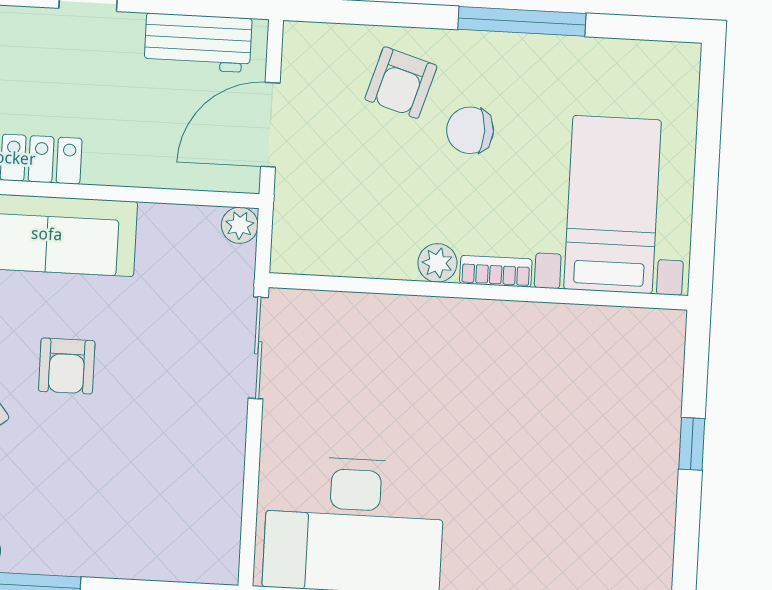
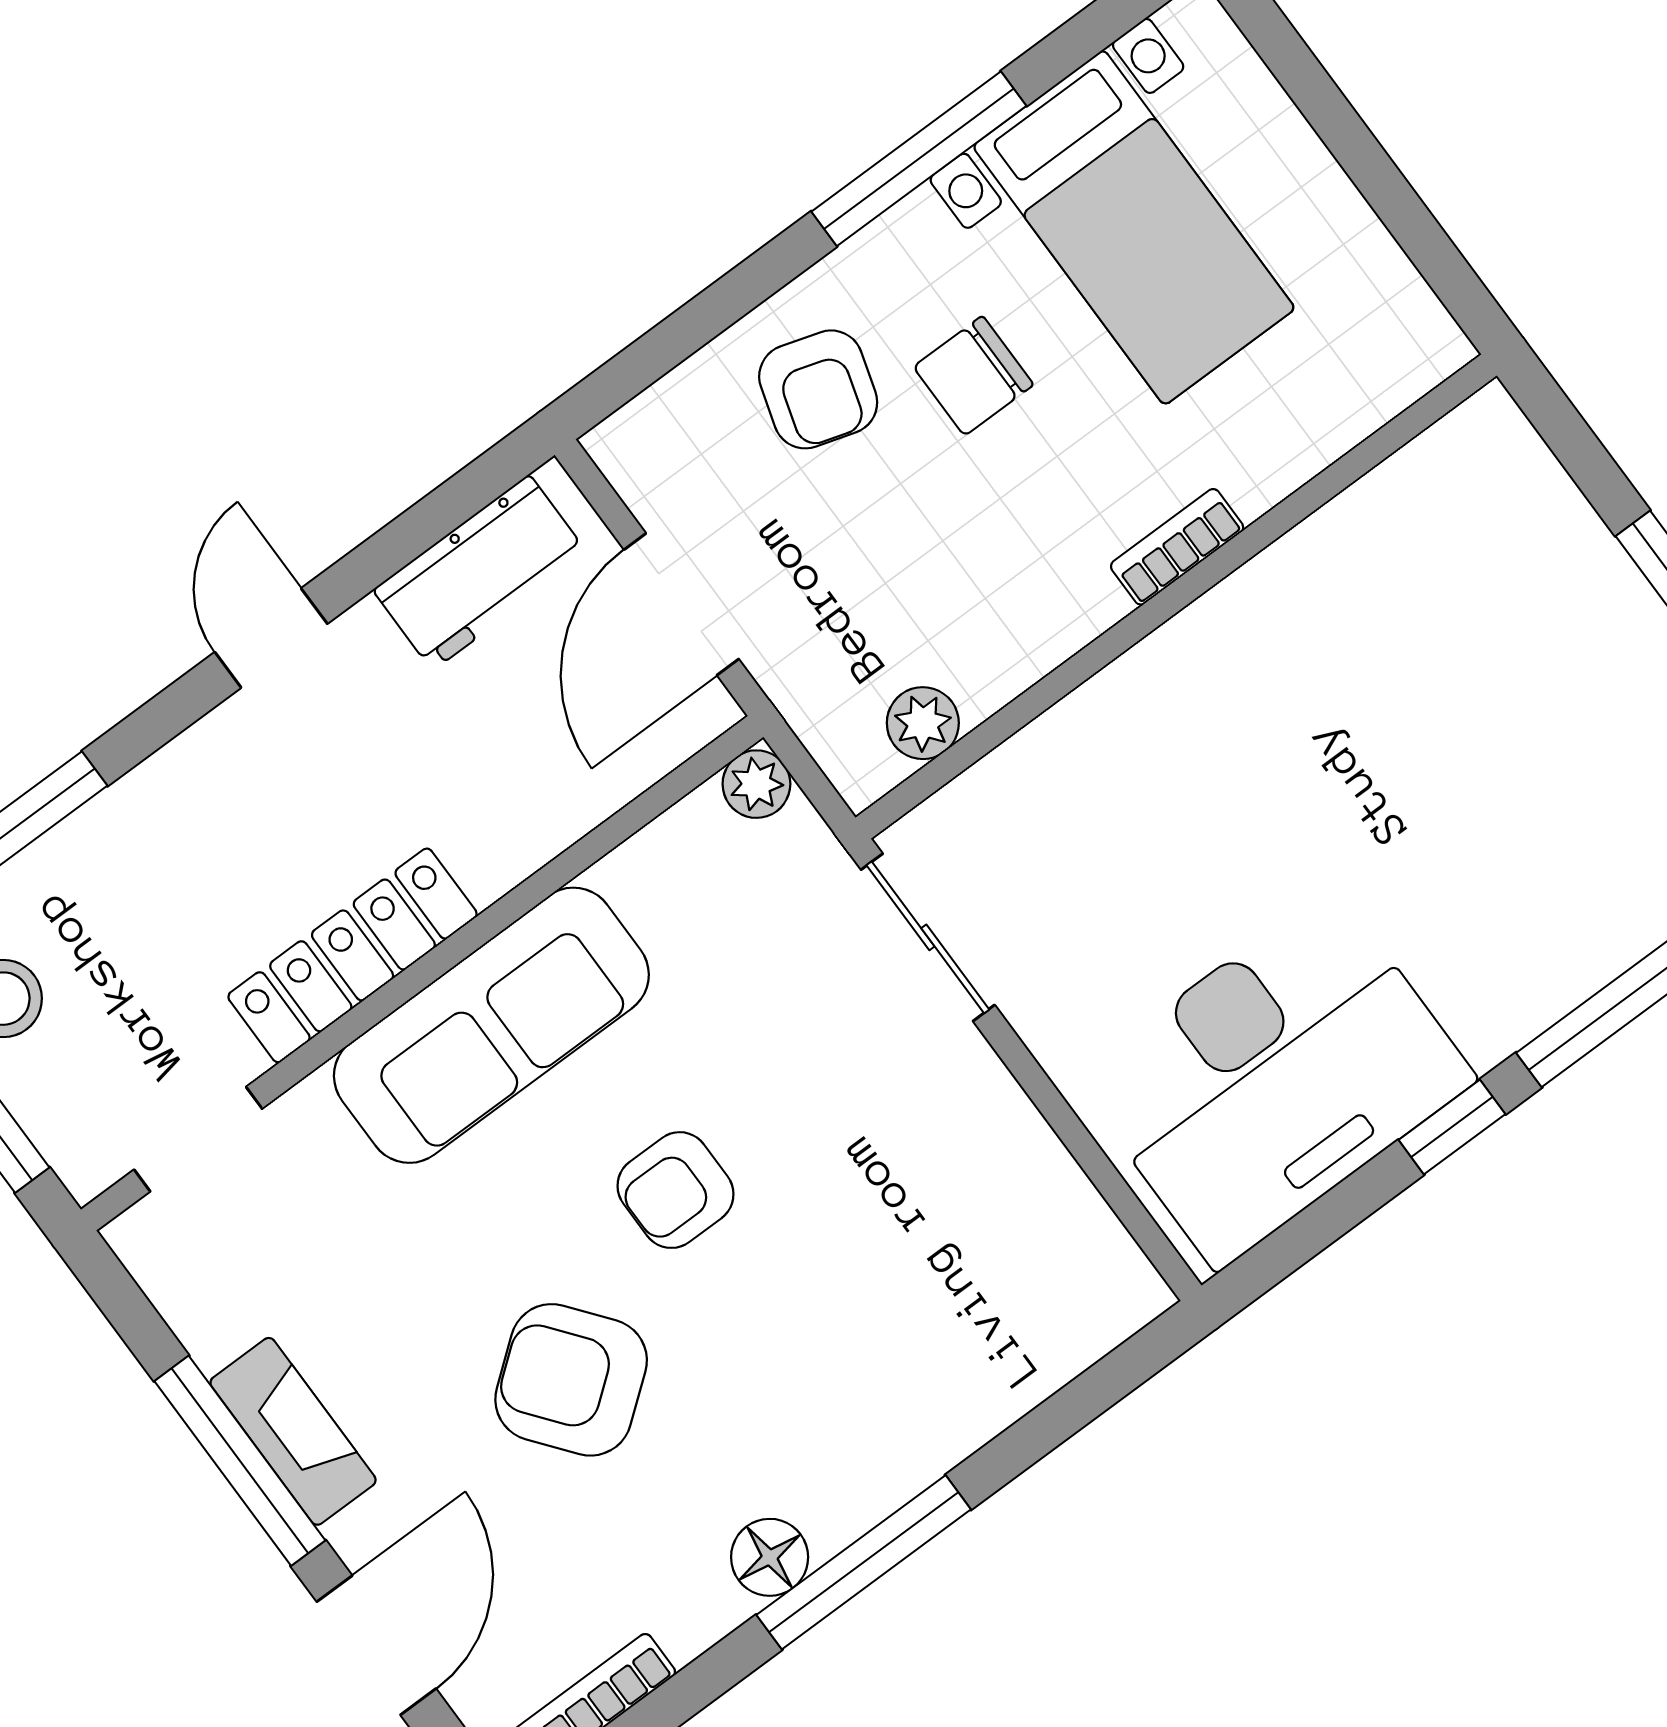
bed with nightstands: (613, 205) -> (1134, 227), moved, turned 180
plant: (437, 263) -> (923, 723), moved
armchair: (67, 366) -> (675, 1190), turned 90

